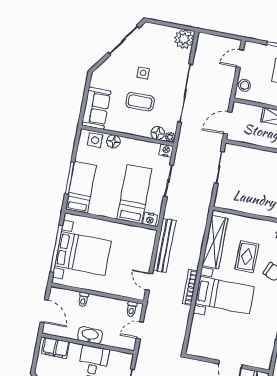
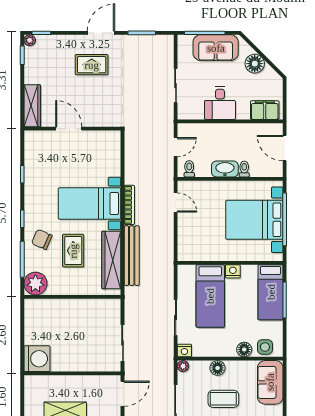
floor lamp: (158, 133) -> (218, 368), moved
nightstand: (150, 219) -> (233, 271), moved
bench: (164, 246) -> (132, 256), moved
washbasin: (90, 335) -> (225, 169), moved, turned 180

